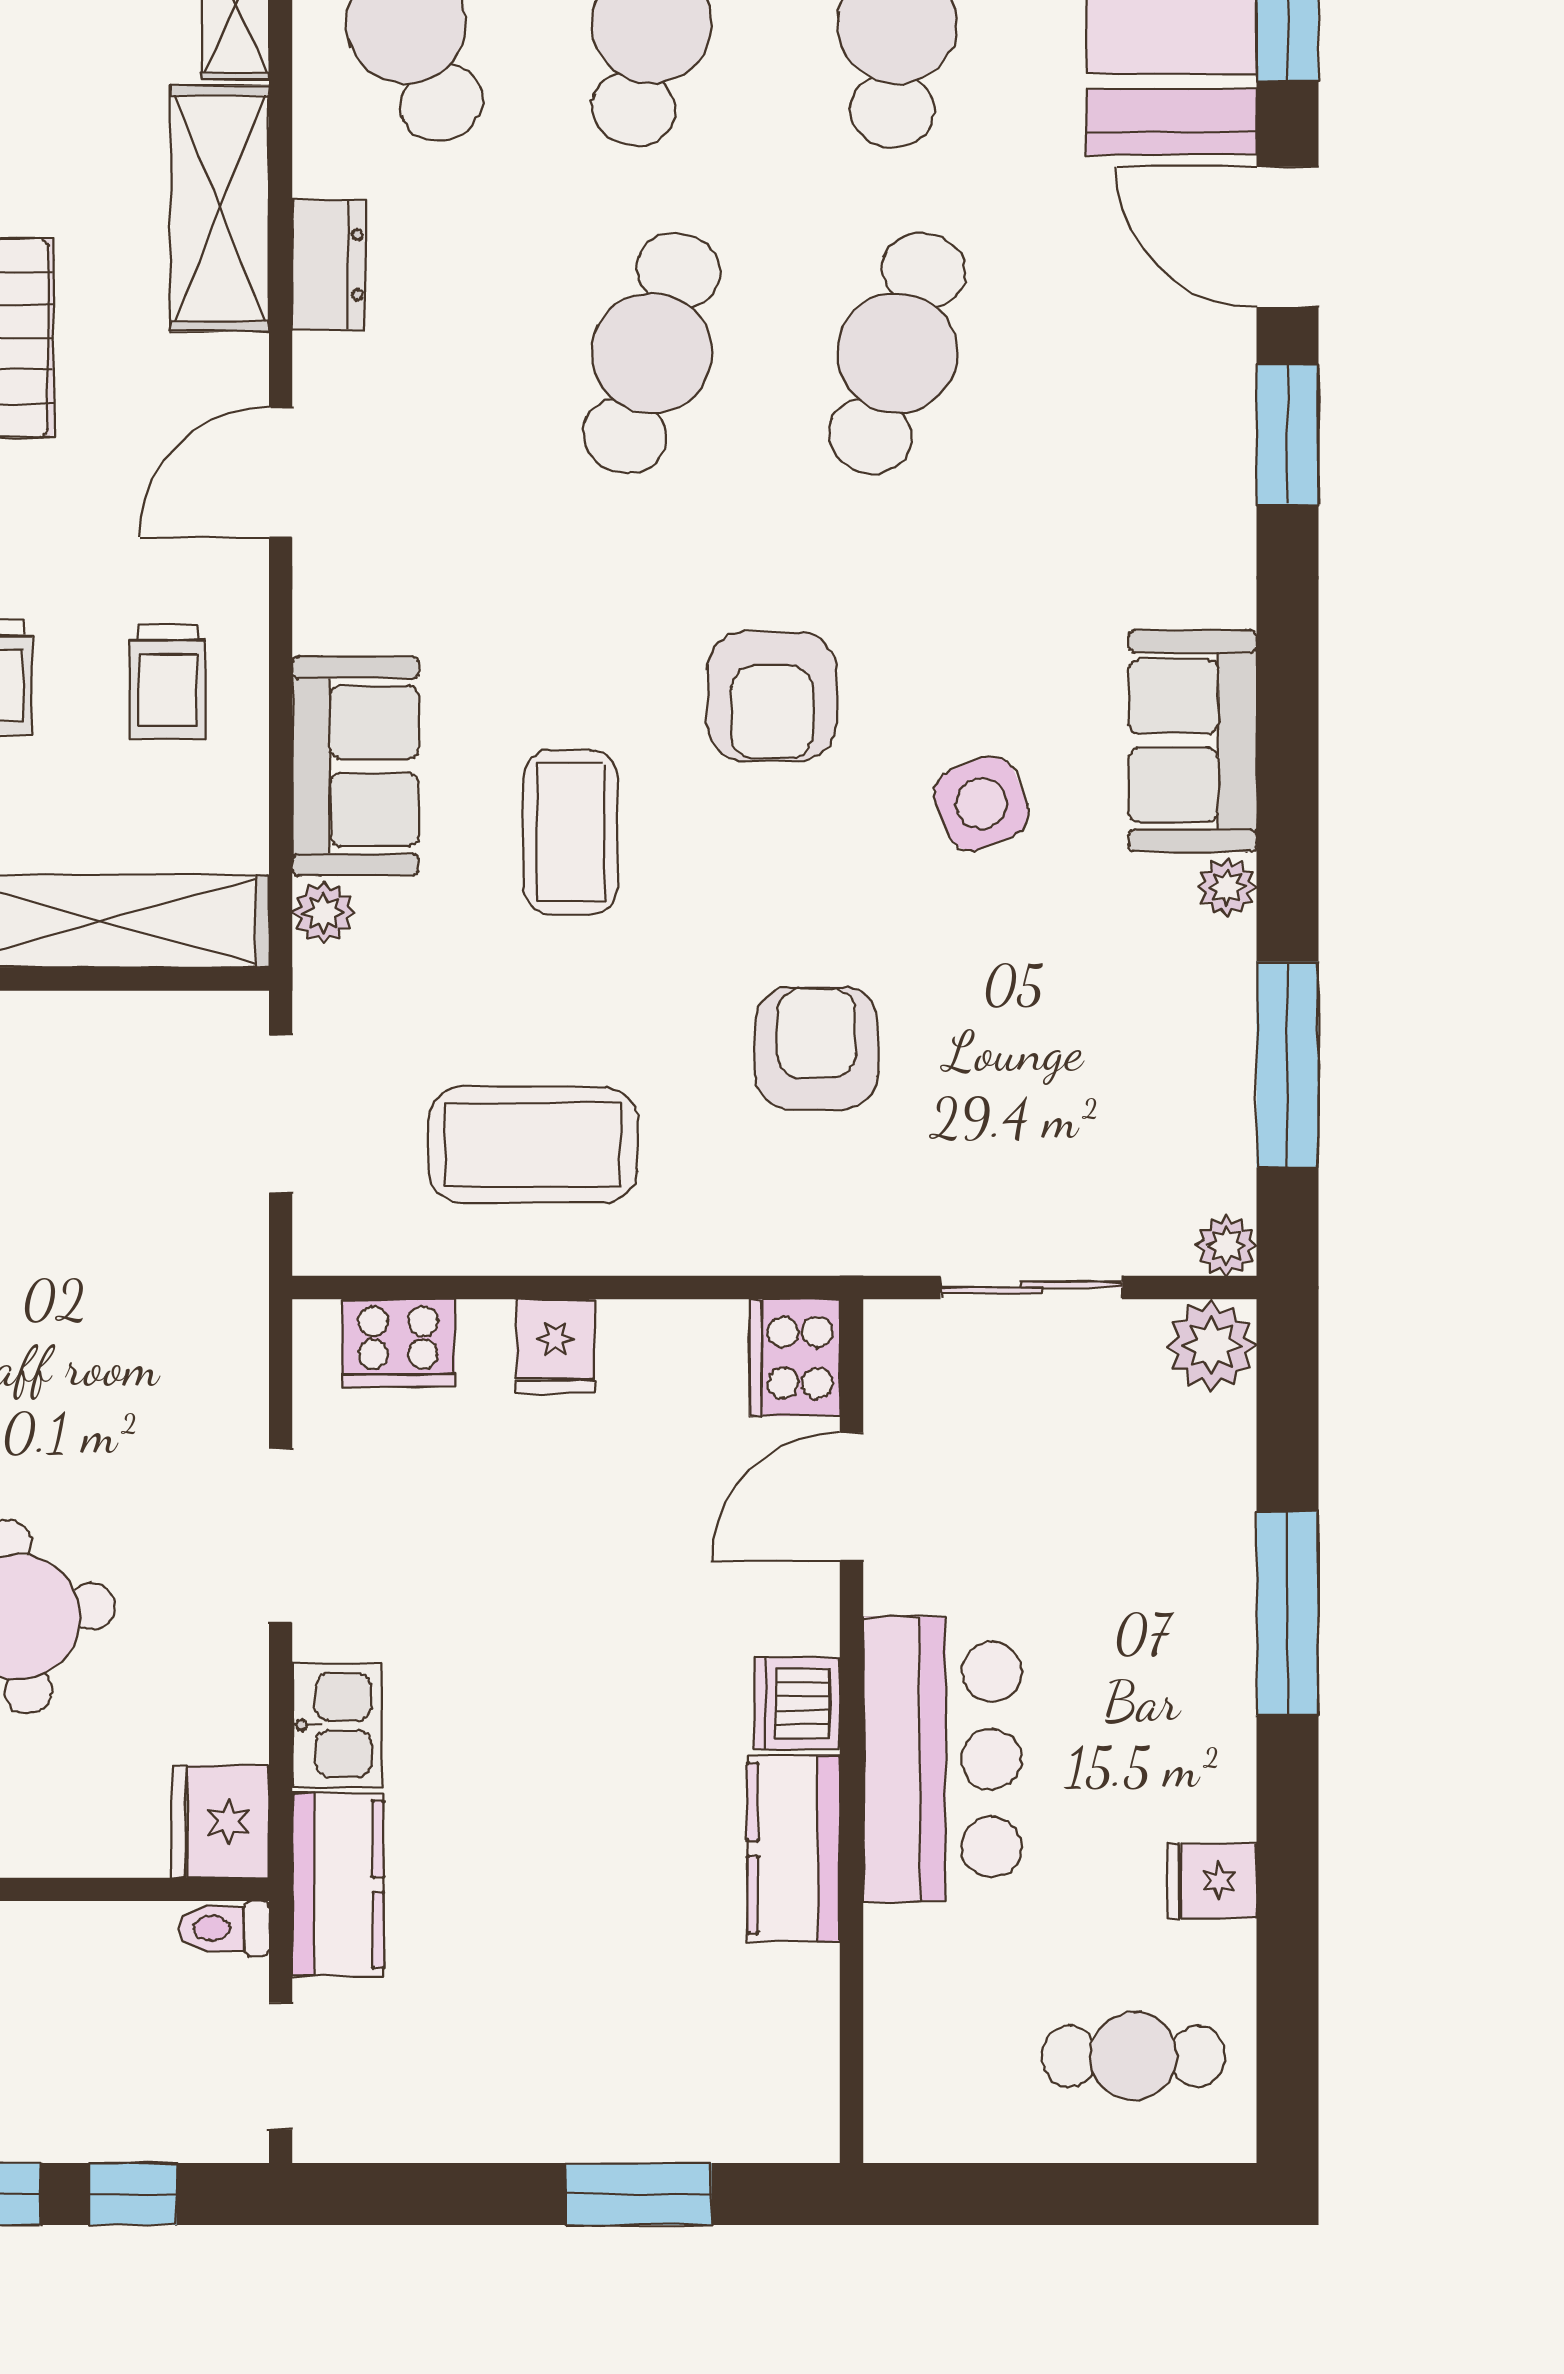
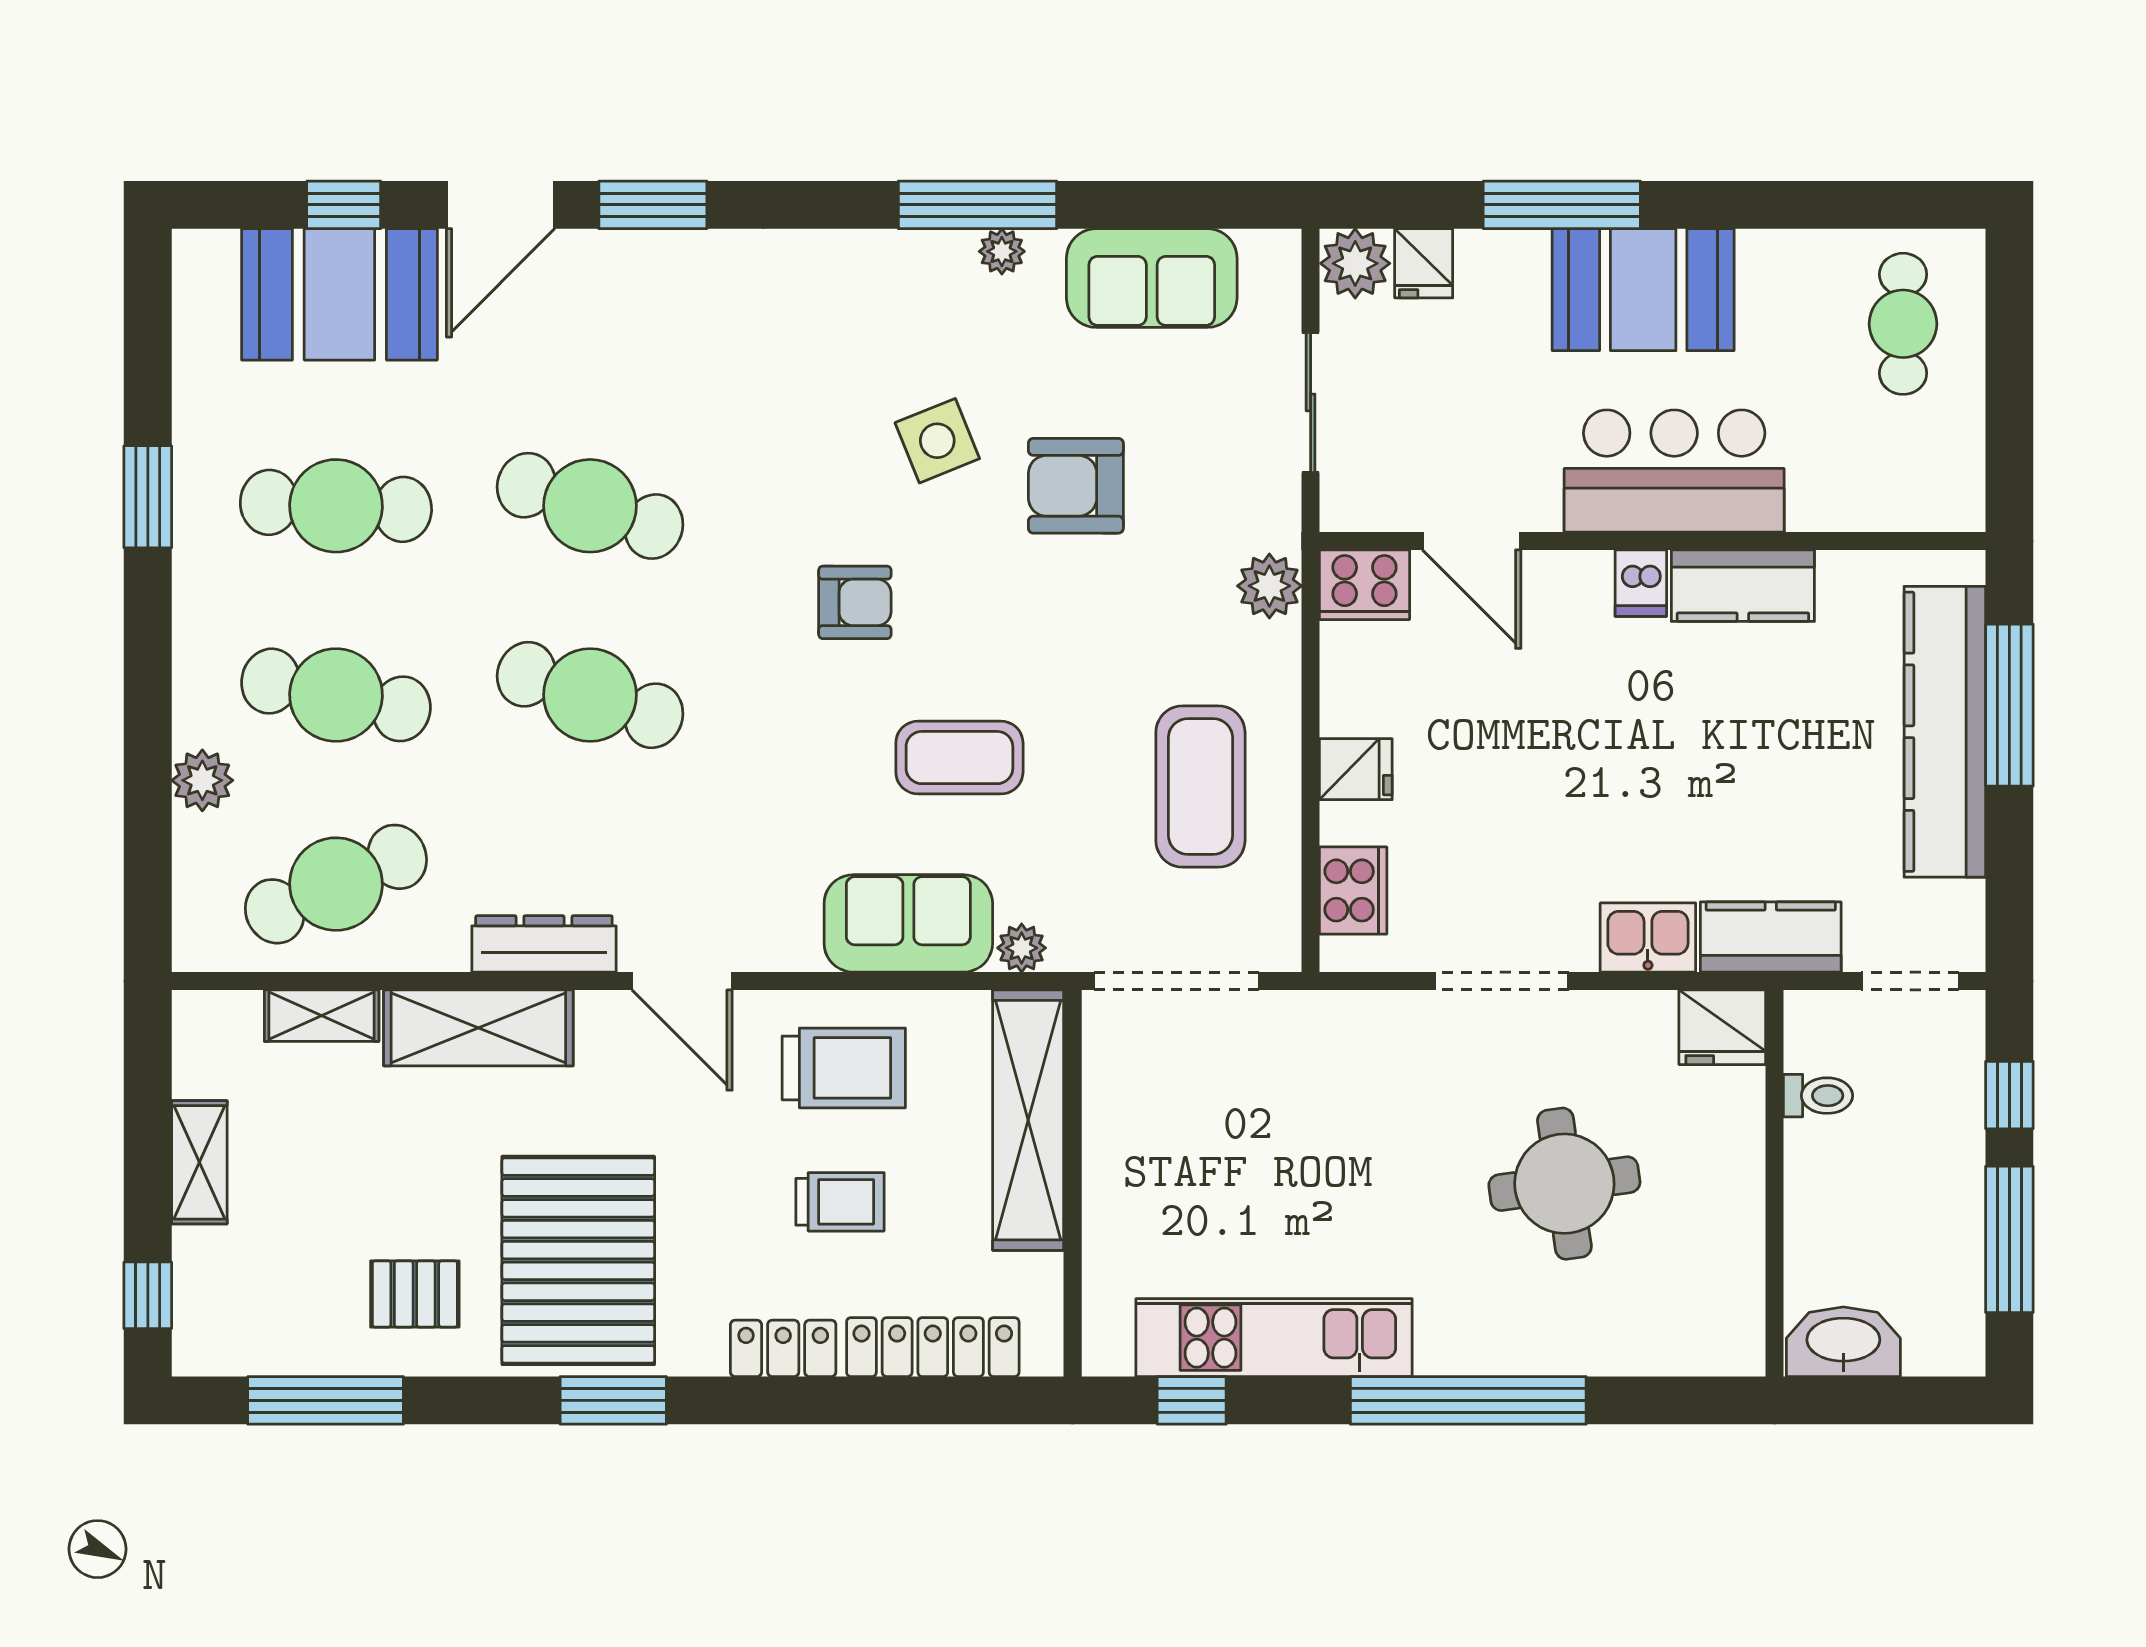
dresser: (329, 265) -> (544, 944), width x1.44
trolley: (168, 682) -> (844, 1068), width x1.36, depth x1.39
armchair: (772, 697) -> (855, 602), width x0.72, depth x0.72
sofa: (1193, 741) -> (1152, 278), moved
armchair: (817, 1048) -> (1076, 486), moved
window: (1287, 1065) -> (977, 205), moved
doorway: (281, 1114) -> (1177, 981), width x1.36
plant: (1226, 1246) -> (1269, 586), moved, width x1.38, depth x1.38
dishwasher: (797, 1703) -> (1641, 583), width x0.73
booth: (1177, 1719) -> (1643, 290), added
fridge: (1212, 1881) -> (1424, 263), moved
toilet: (224, 1928) -> (1818, 1096), moved, turned -90
kitchen counter: (604, 2110) -> (1945, 732), added
window: (639, 2194) -> (2009, 705), width x1.44

